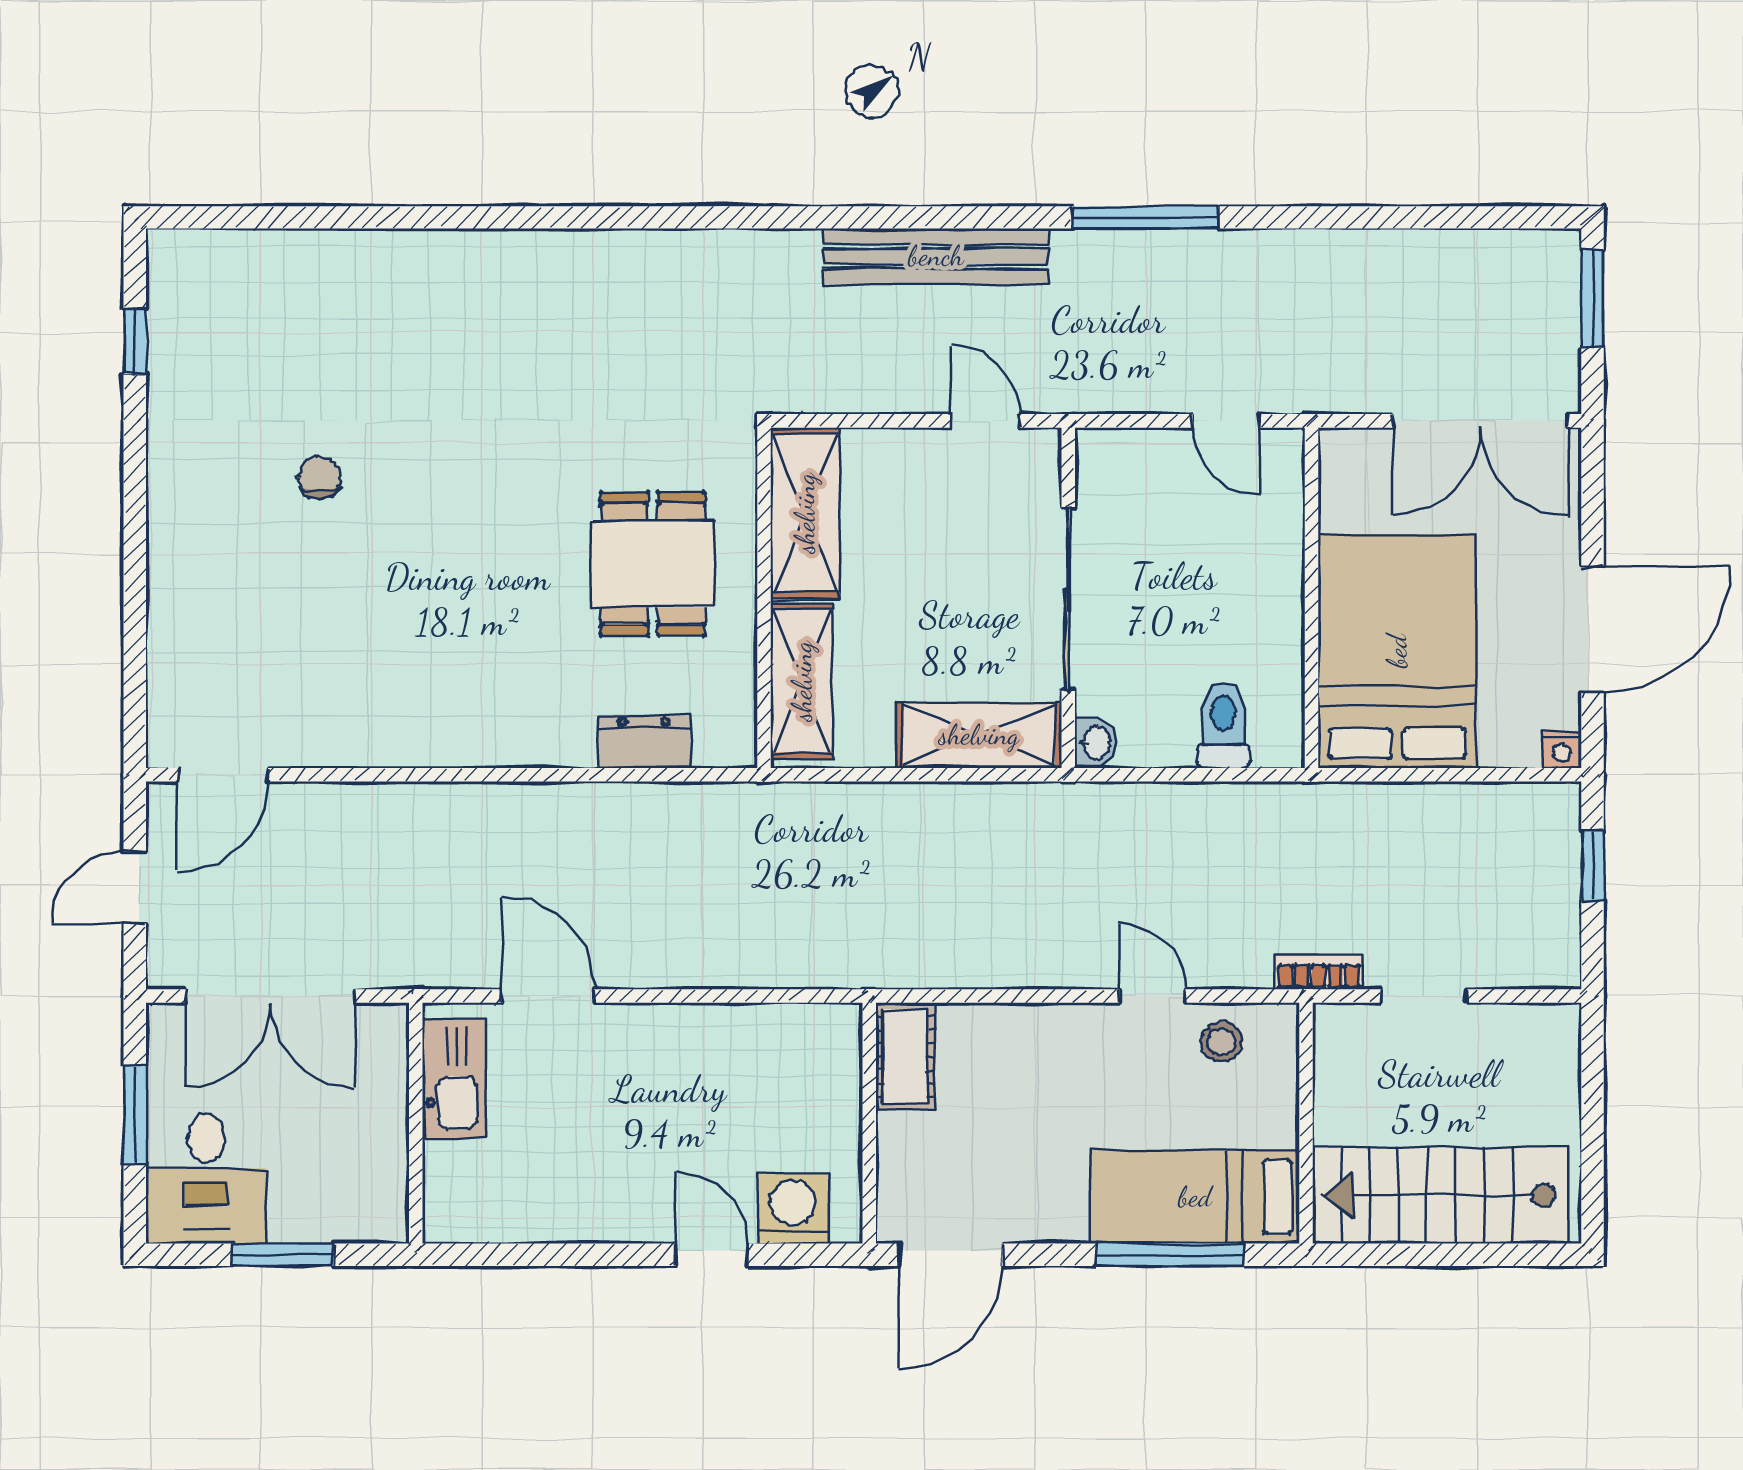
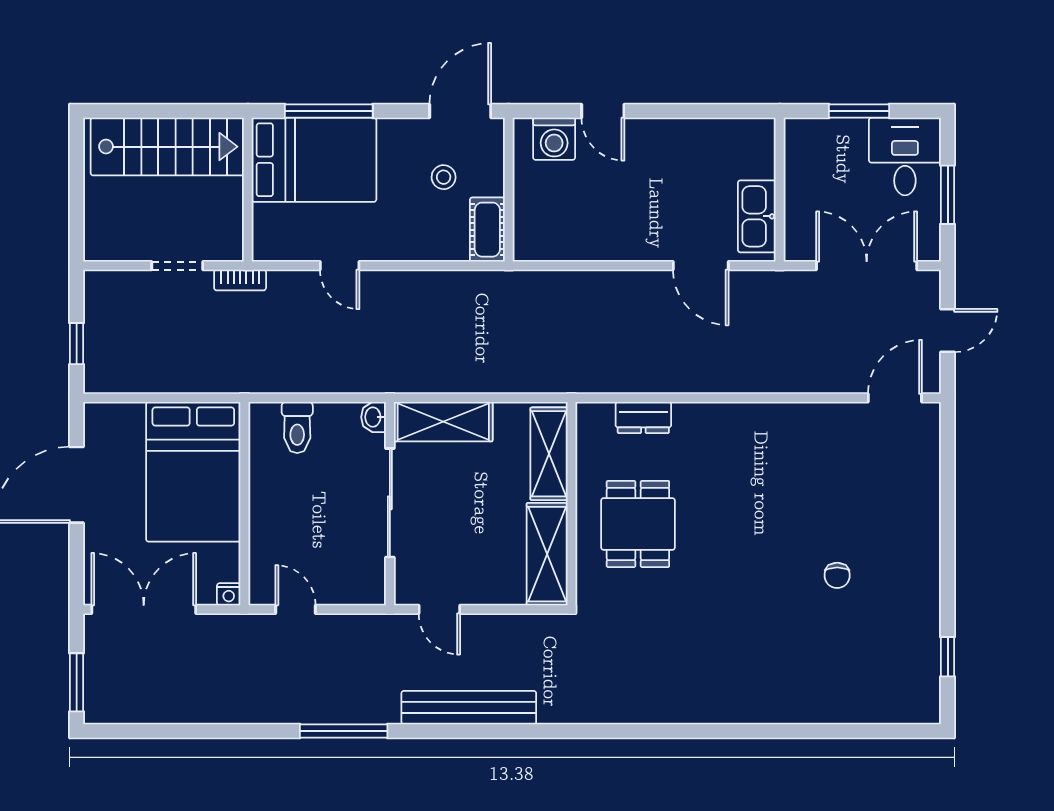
nightstand: (1562, 750) -> (229, 594), moved, turned 180
stool: (1221, 1042) -> (444, 177), moved
bed: (1195, 1197) -> (314, 160), width x1.50

